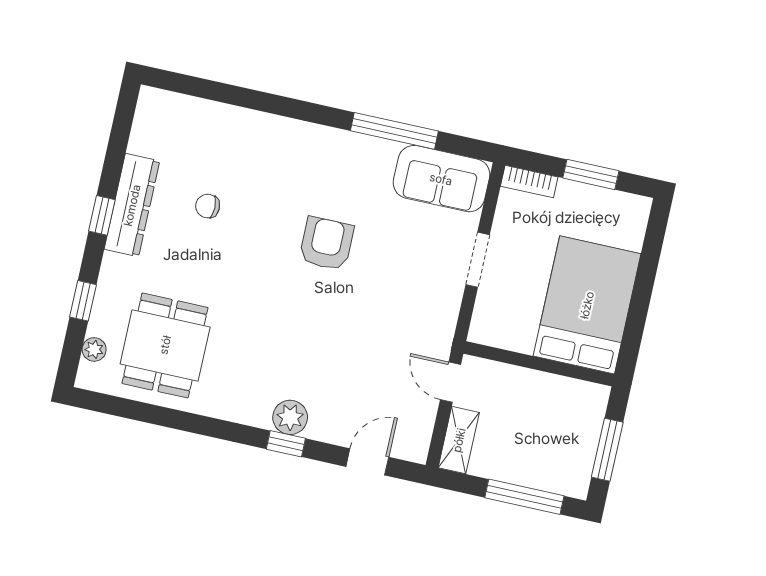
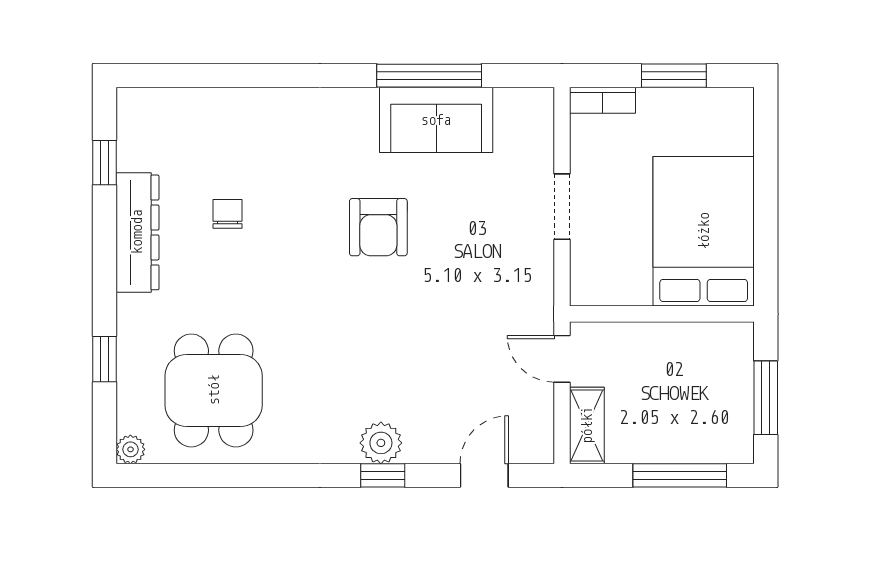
sofa: (441, 179) -> (436, 120), moved
chair: (208, 206) -> (227, 214), turned 90
window: (102, 215) -> (104, 163), moved
armchair: (326, 244) -> (378, 227), turned 180
plant: (94, 349) -> (130, 449), moved

